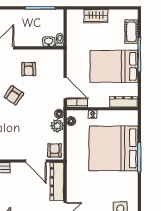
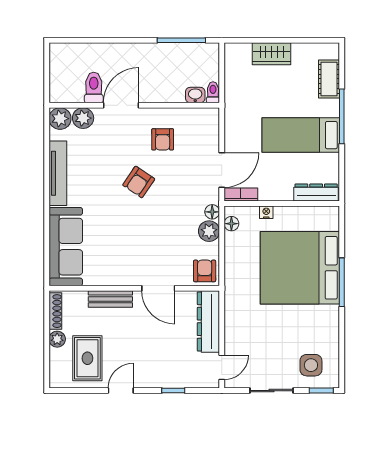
bed: (114, 66) -> (301, 135), width x0.67
door: (65, 88) -> (222, 170), hinge flipped
door: (36, 161) -> (158, 288), moved

